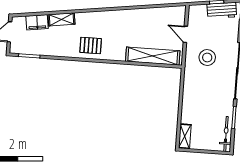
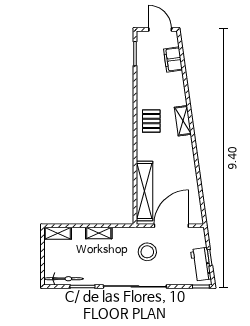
shelving: (62, 19) -> (183, 121), moved
door: (185, 34) -> (171, 226), width x1.87
shelving: (187, 100) -> (99, 233), added

